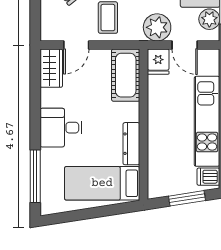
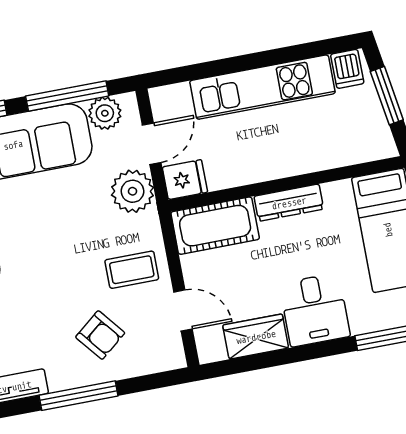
wardrobe: (51, 68) -> (256, 337), moved
dresser: (131, 144) -> (289, 203), moved

